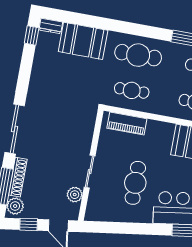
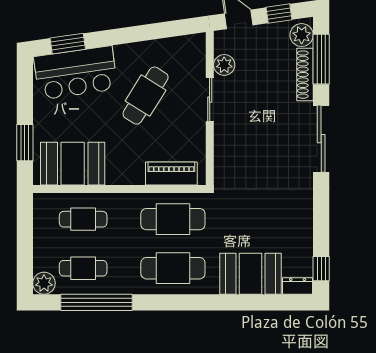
cafe table: (132, 90) -> (173, 219), width x1.37, depth x1.35
cafe table: (135, 183) -> (146, 96), turned 32

